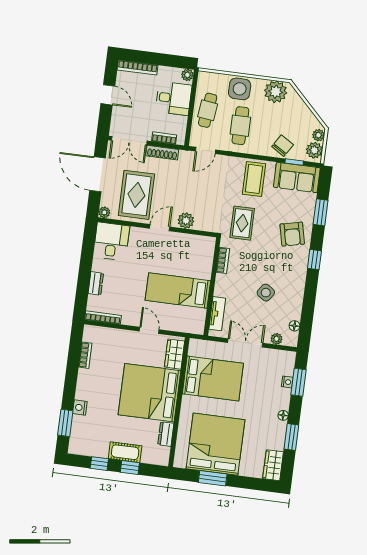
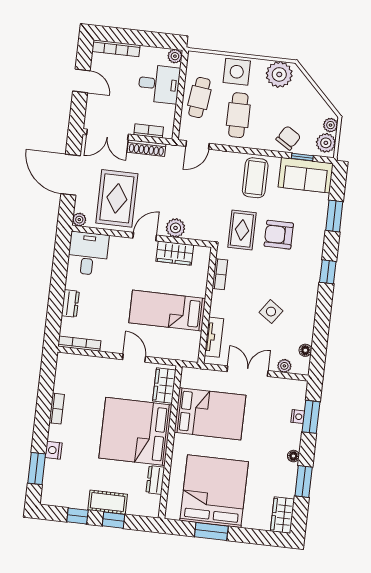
armchair: (292, 234) -> (279, 235), moved, turned 103
wardrobe: (185, 242) -> (175, 253), added
bookcase: (85, 355) -> (57, 409), moved

